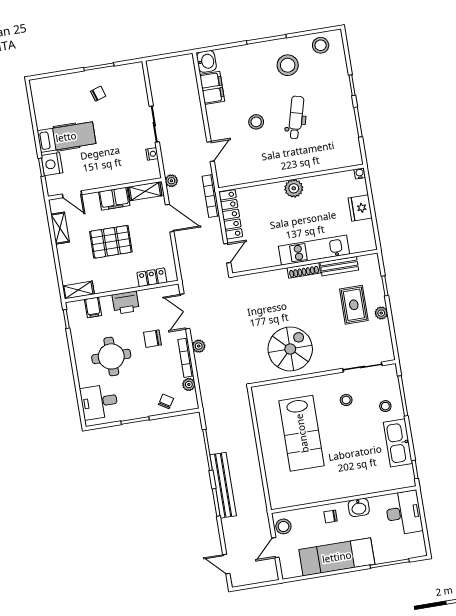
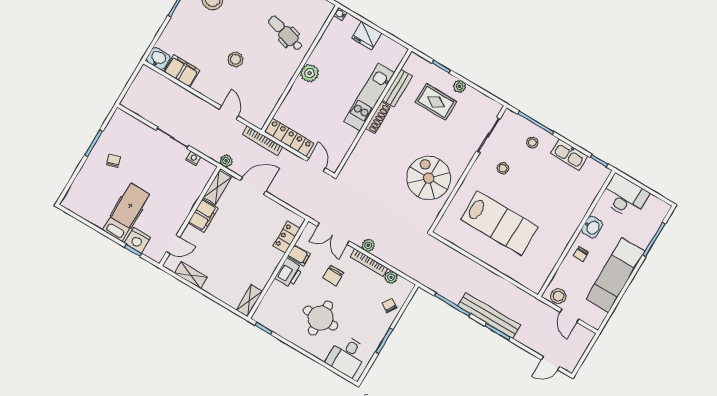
dental chair: (296, 117) -> (285, 33), moved
pallet: (111, 242) -> (234, 245), removed
filing cabinet: (93, 307) -> (299, 255), moved
kitchen sink: (398, 443) -> (569, 155), width x0.73, depth x0.81

